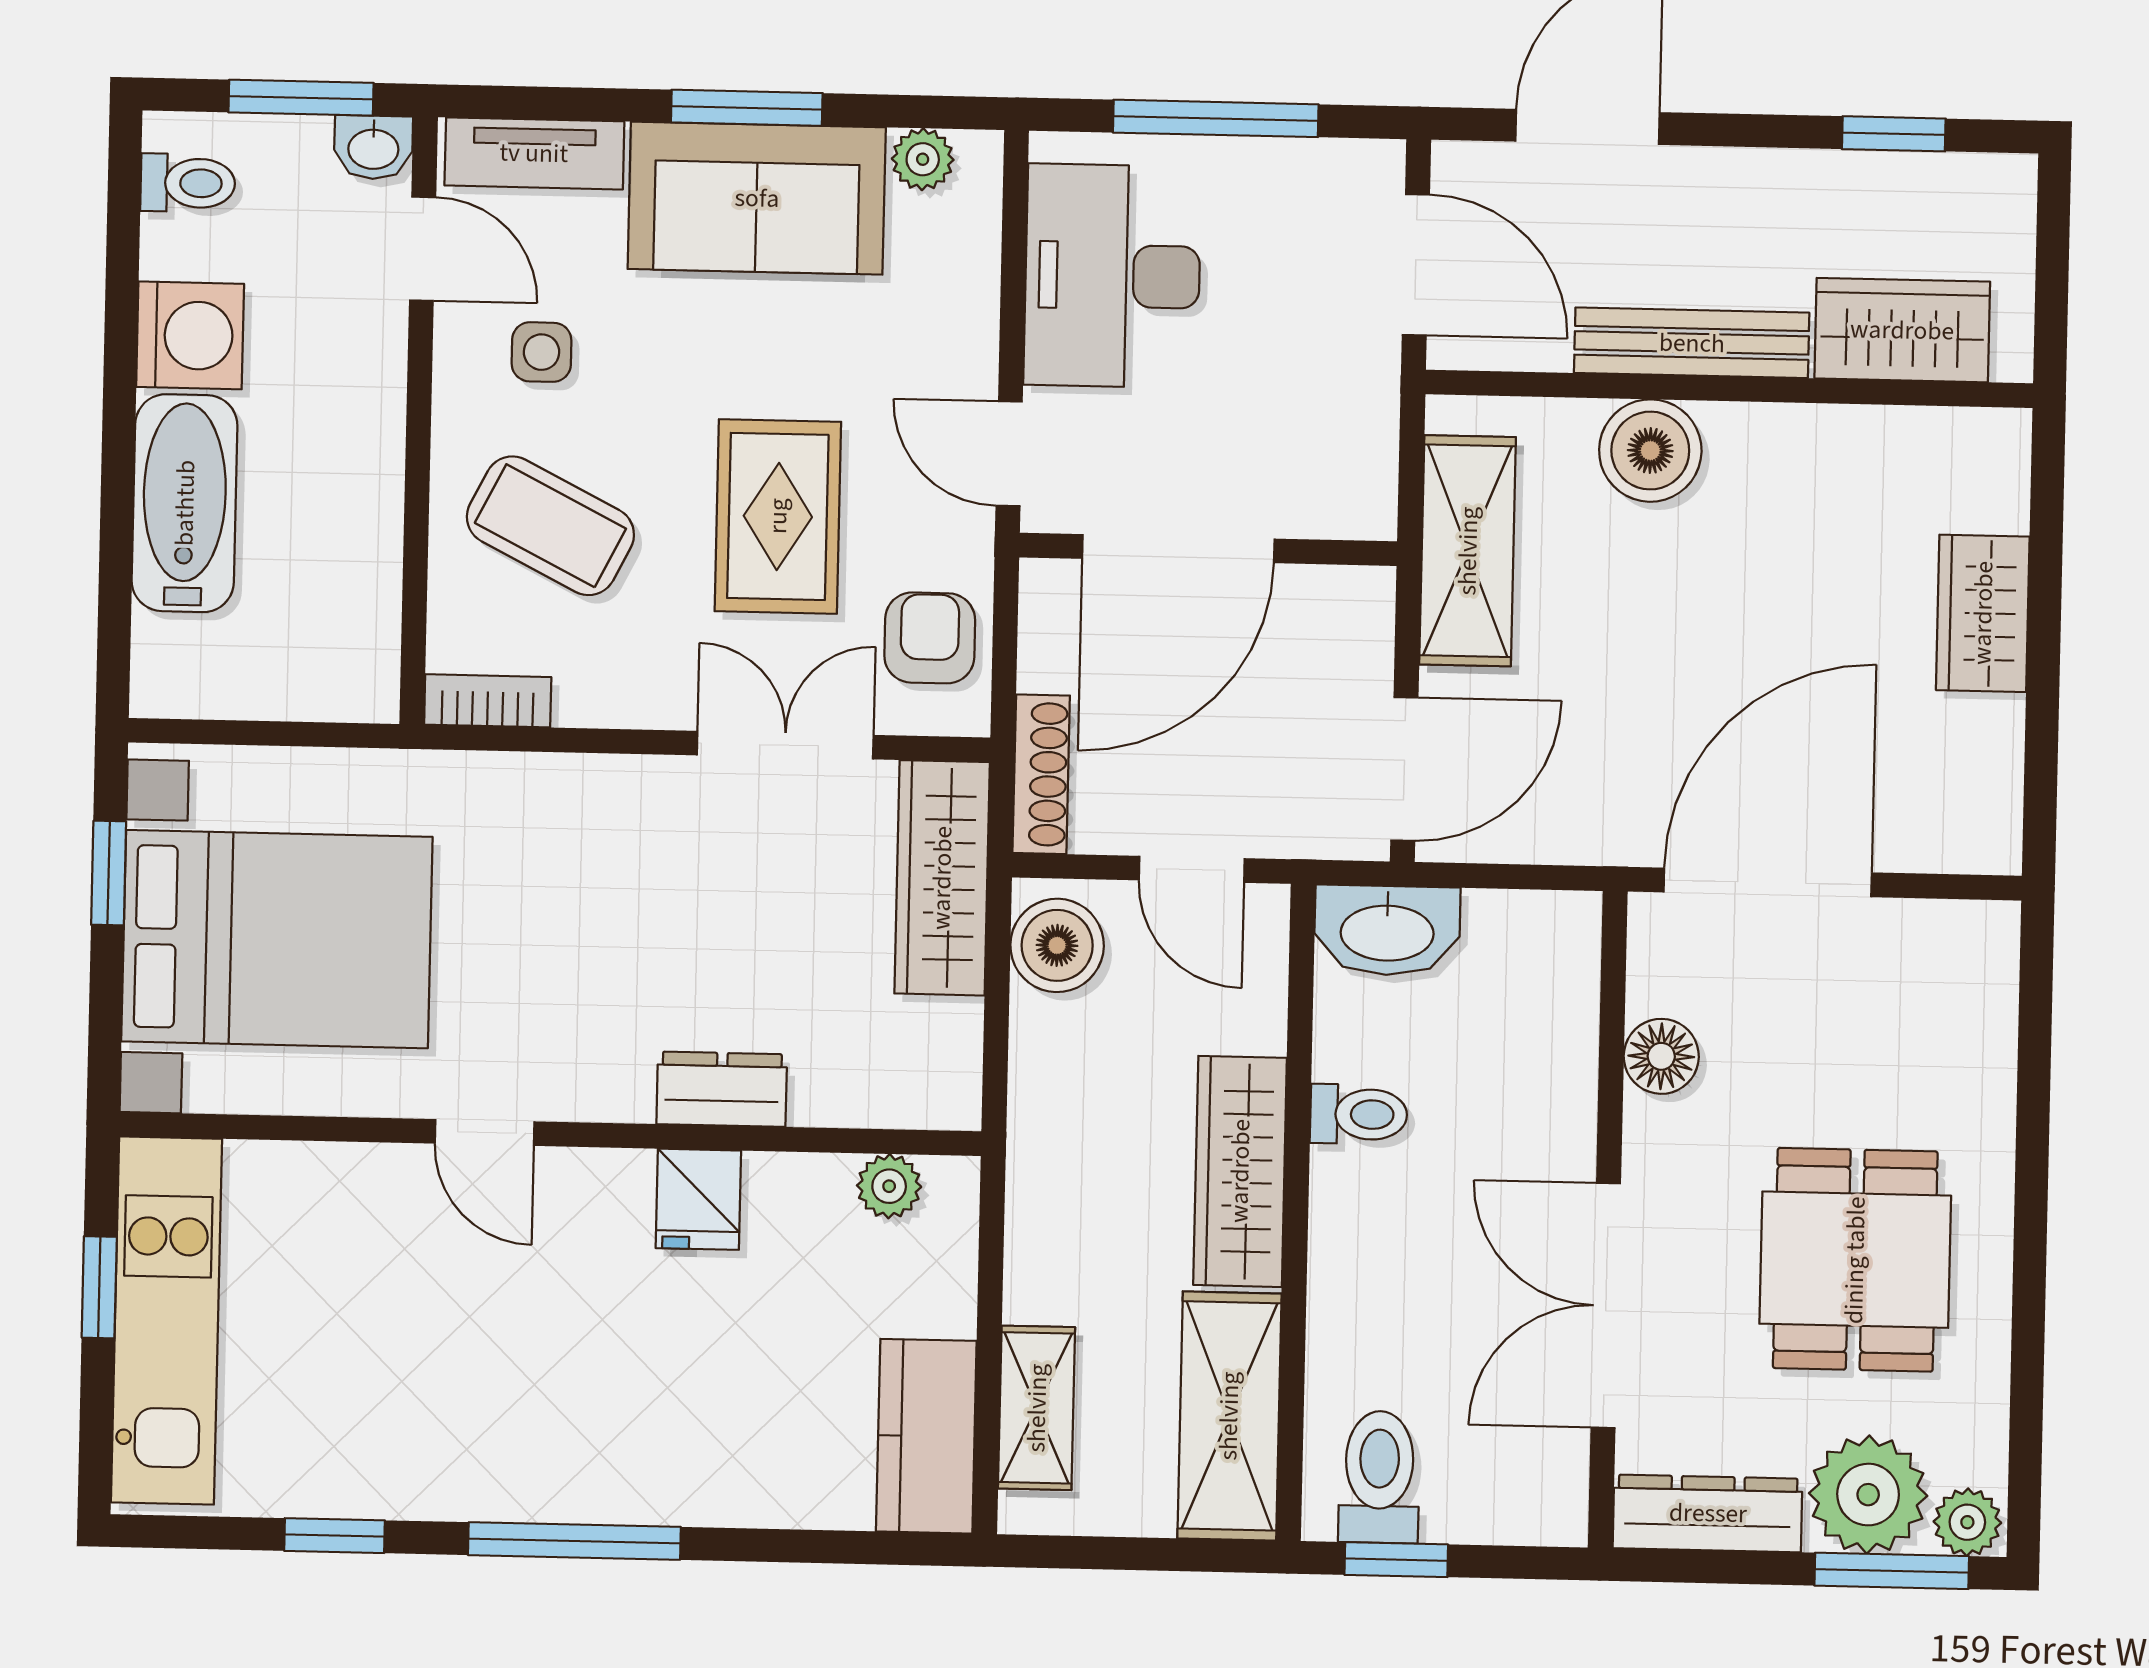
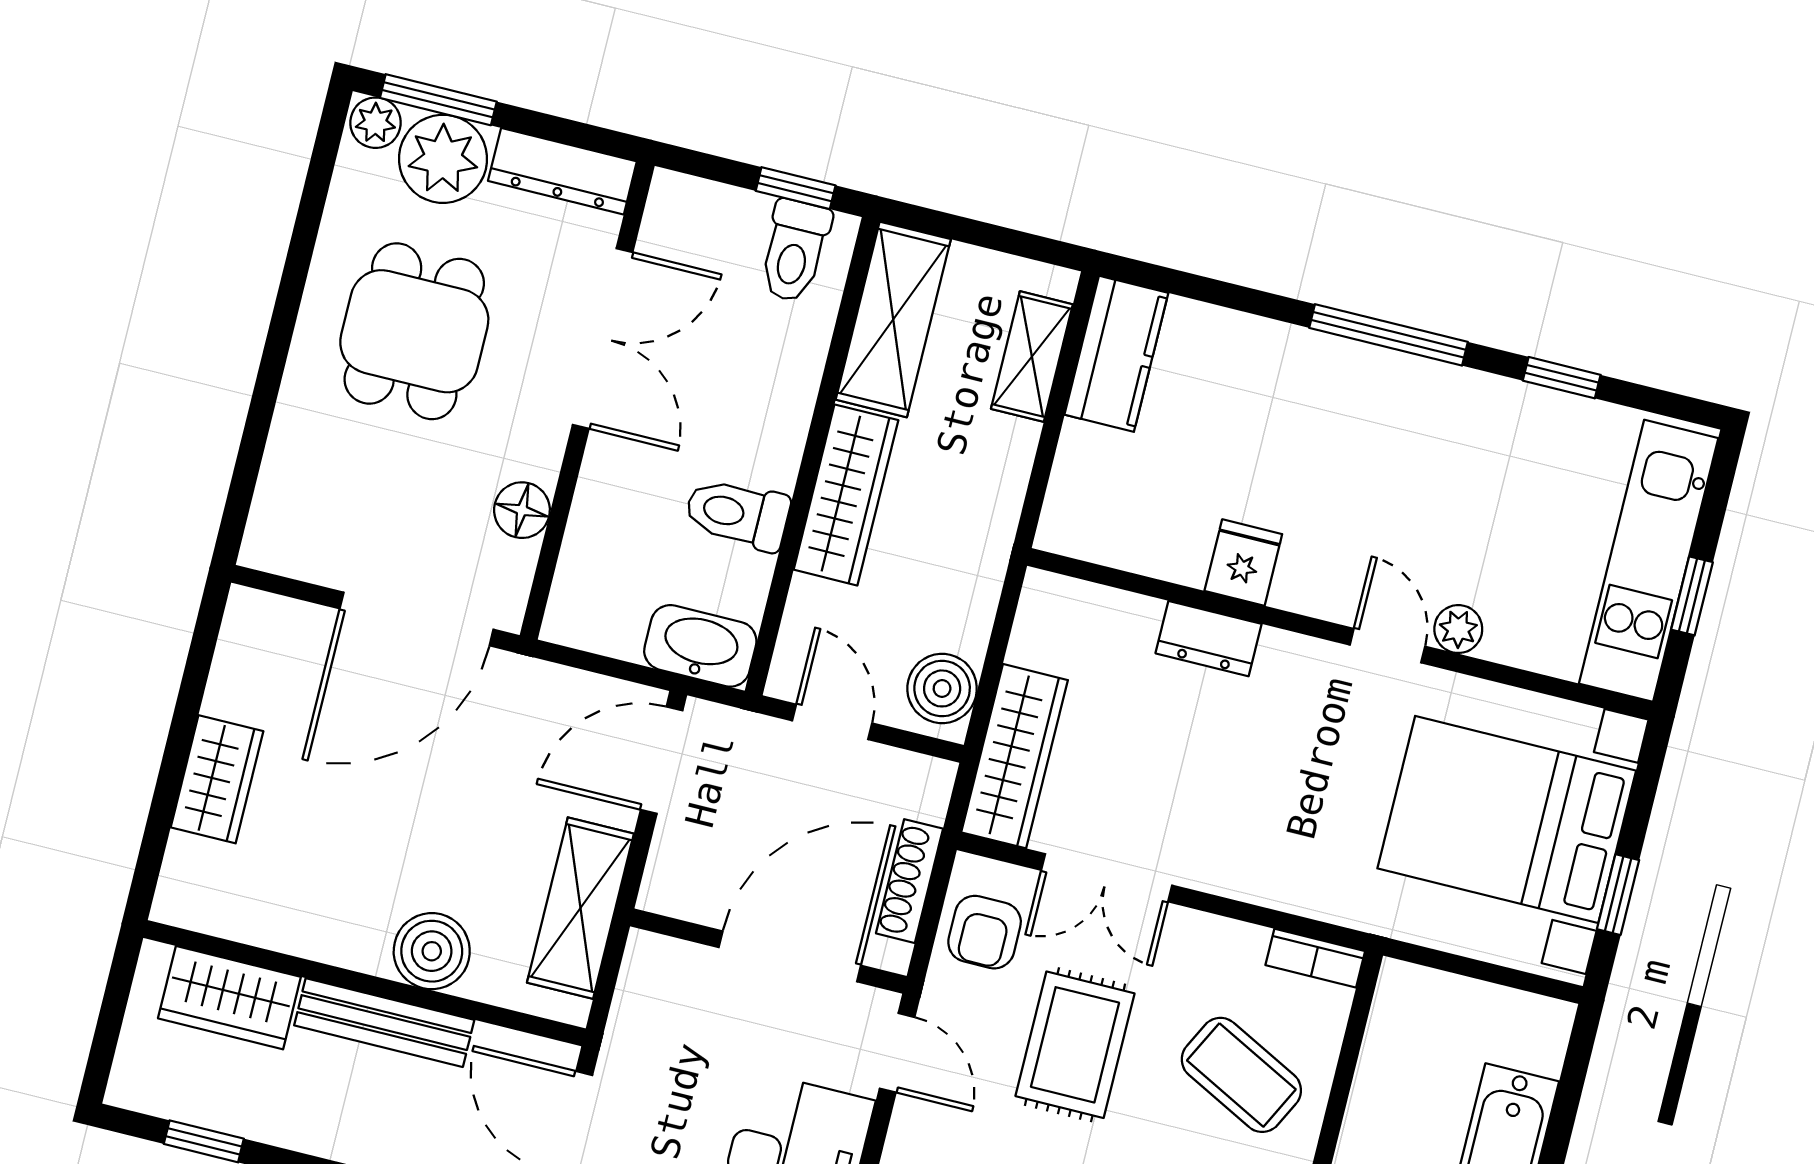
shoe rack: (1041, 774) -> (910, 881), moved
toilet: (1359, 1114) -> (737, 514), width x1.37, depth x1.39
plant: (889, 1186) -> (1458, 629), moved

